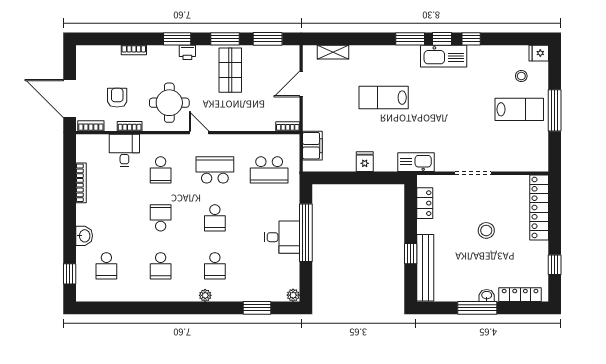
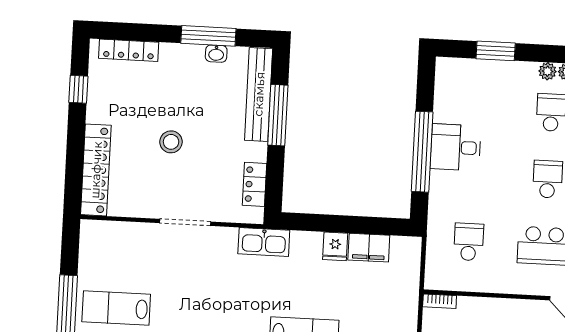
filing cabinet: (312, 146) -> (369, 248), moved, turned -90
school desk: (269, 170) -> (469, 242), width x0.54
window: (411, 254) -> (278, 115), width x2.17
plant: (293, 295) -> (548, 71), moved
washbasin: (487, 295) -> (216, 54), moved
window: (477, 308) -> (208, 36), moved

